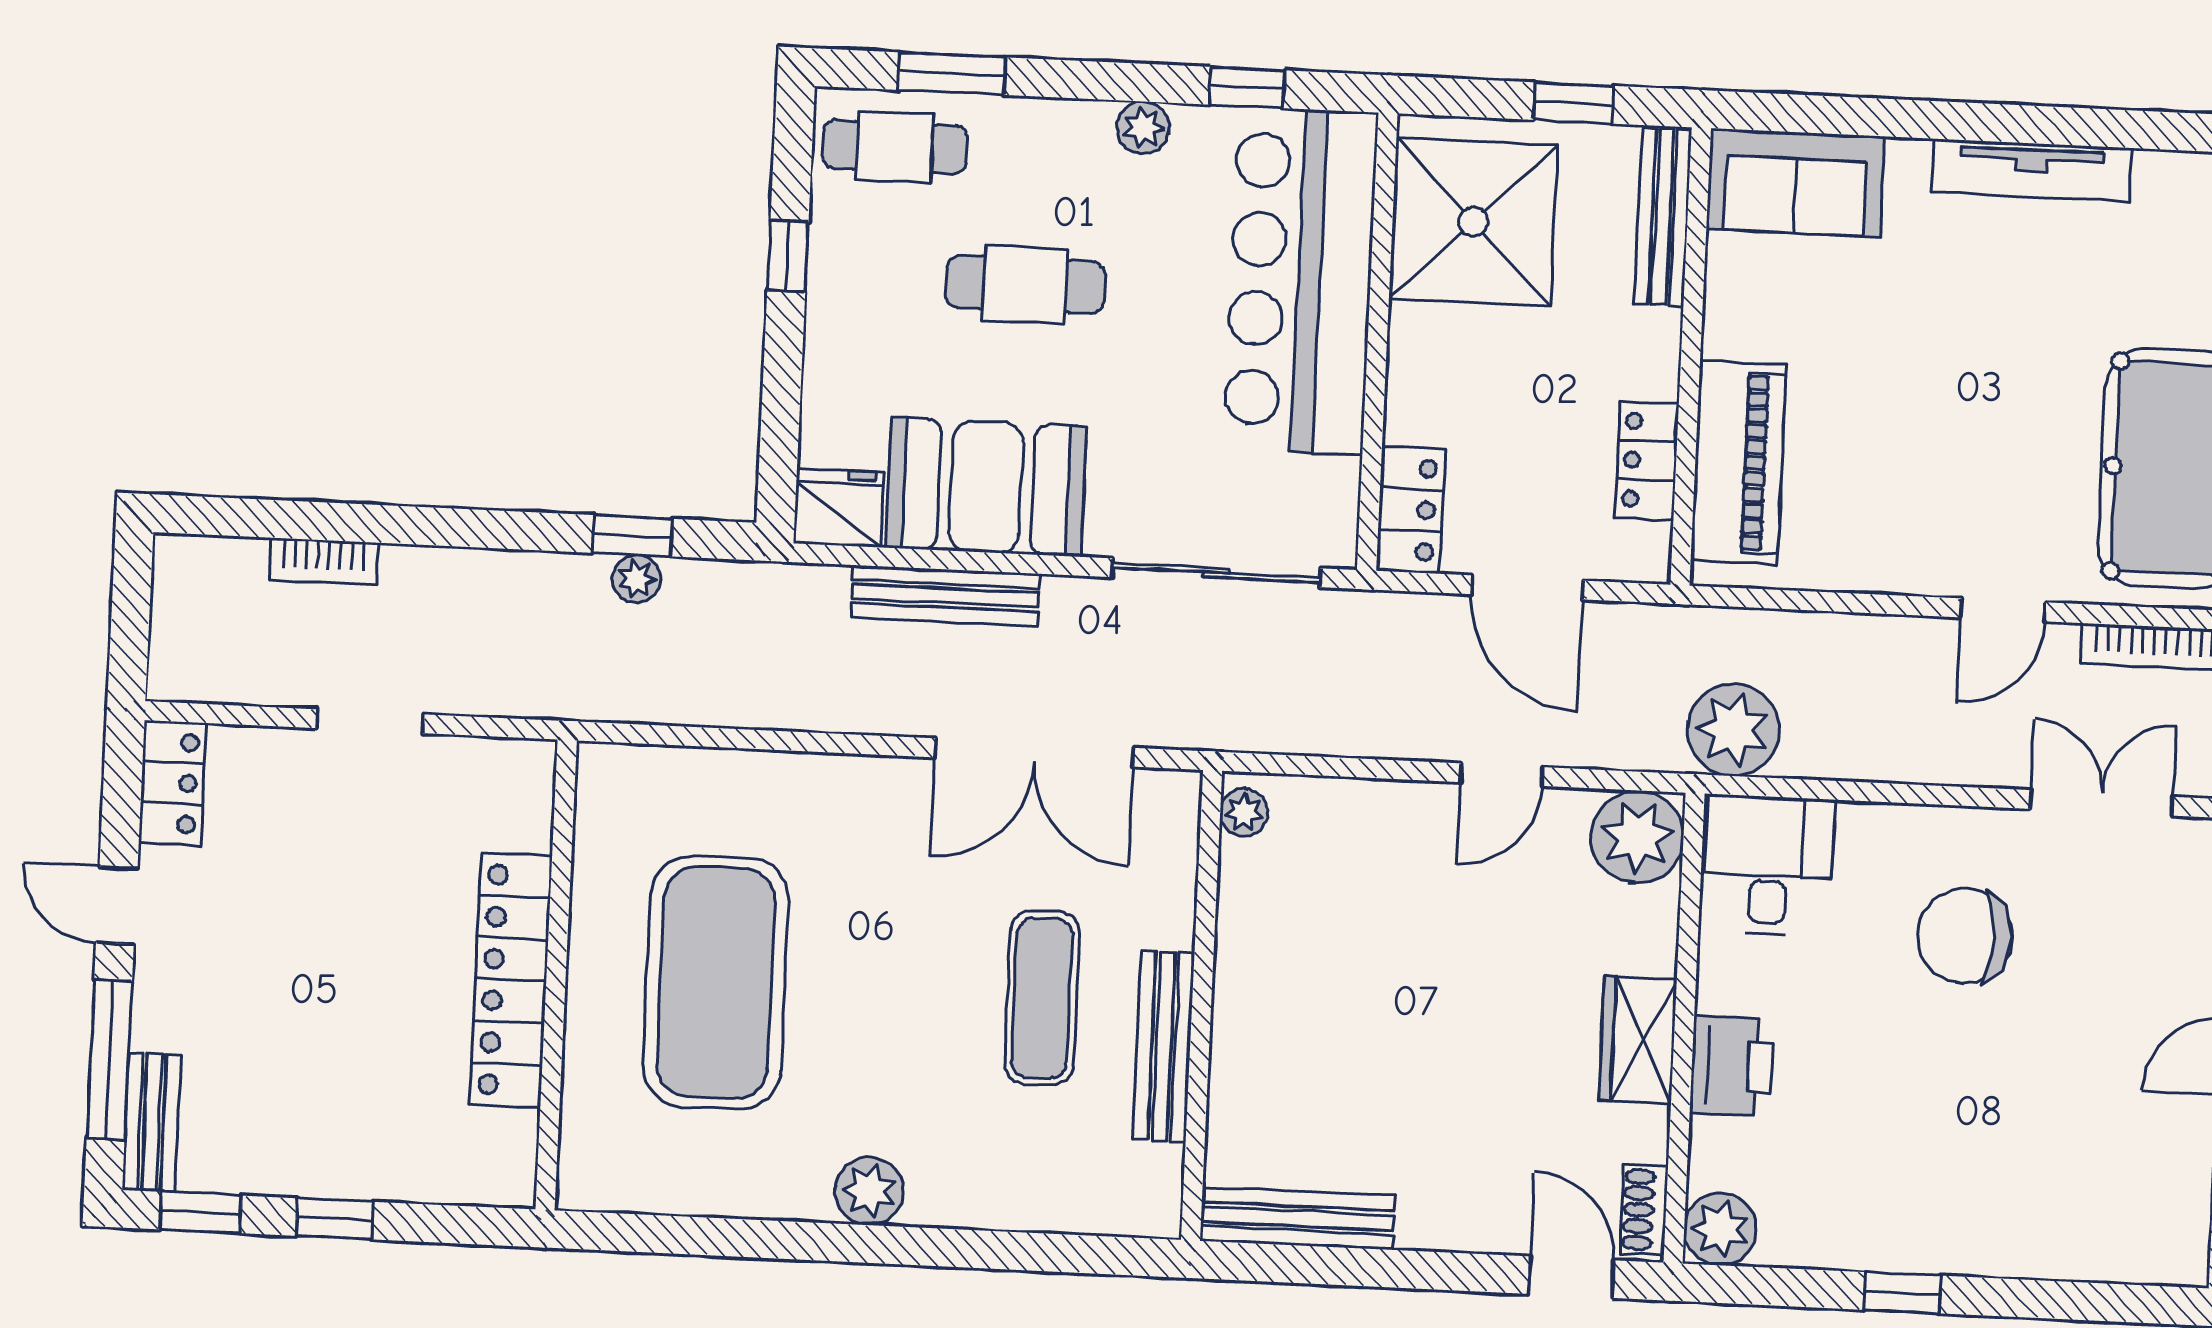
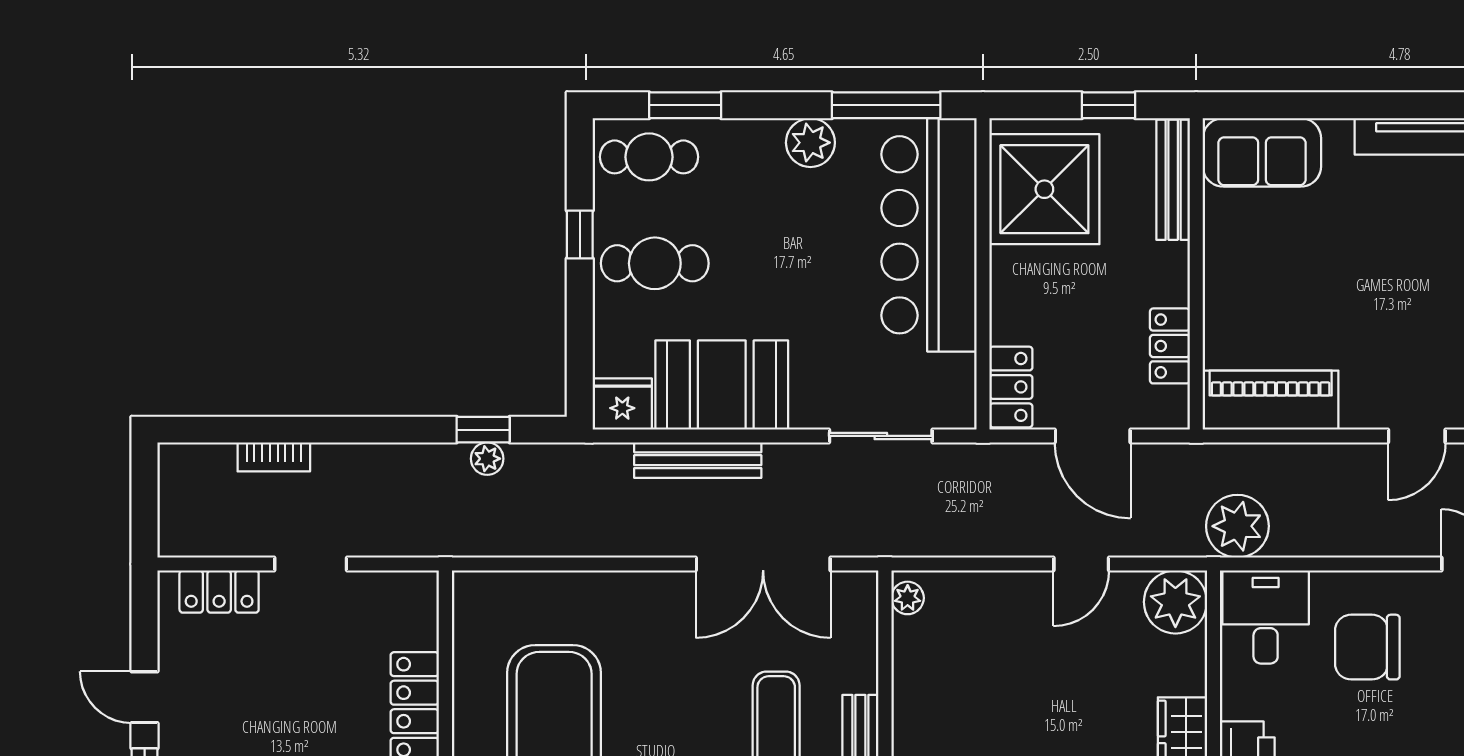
window: (1247, 87) -> (886, 105), width x2.17
plant: (1143, 128) -> (810, 143), width x1.38, depth x1.38
cafe table: (1025, 285) -> (655, 263), moved
piano: (1738, 462) -> (1271, 400), moved, turned -90
sliding door: (1216, 573) -> (881, 436), width x0.73
locker: (172, 783) -> (219, 592), moved, turned 90
chair: (1965, 936) -> (1367, 647), moved

